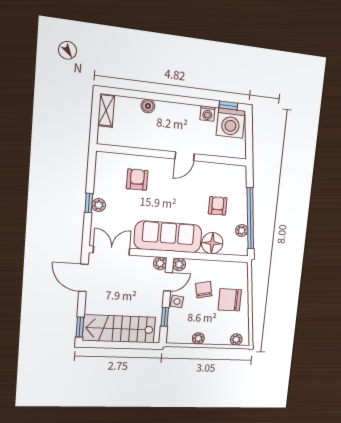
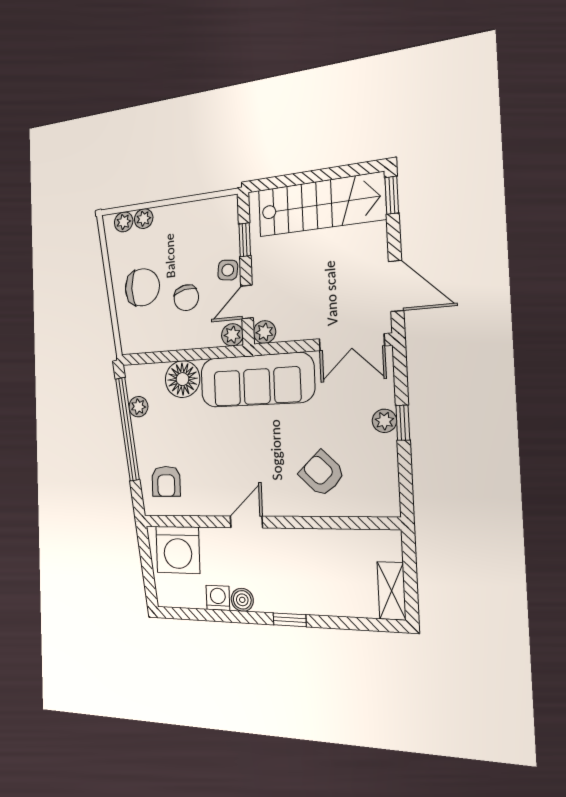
window: (228, 105) -> (290, 620), moved
boiler: (148, 106) -> (242, 600), moved
washing machine: (231, 123) -> (178, 550), moved, turned 180
armchair: (137, 180) -> (322, 474), turned 135
armchair: (218, 206) -> (166, 481), moved
plant: (198, 338) -> (144, 219), moved

